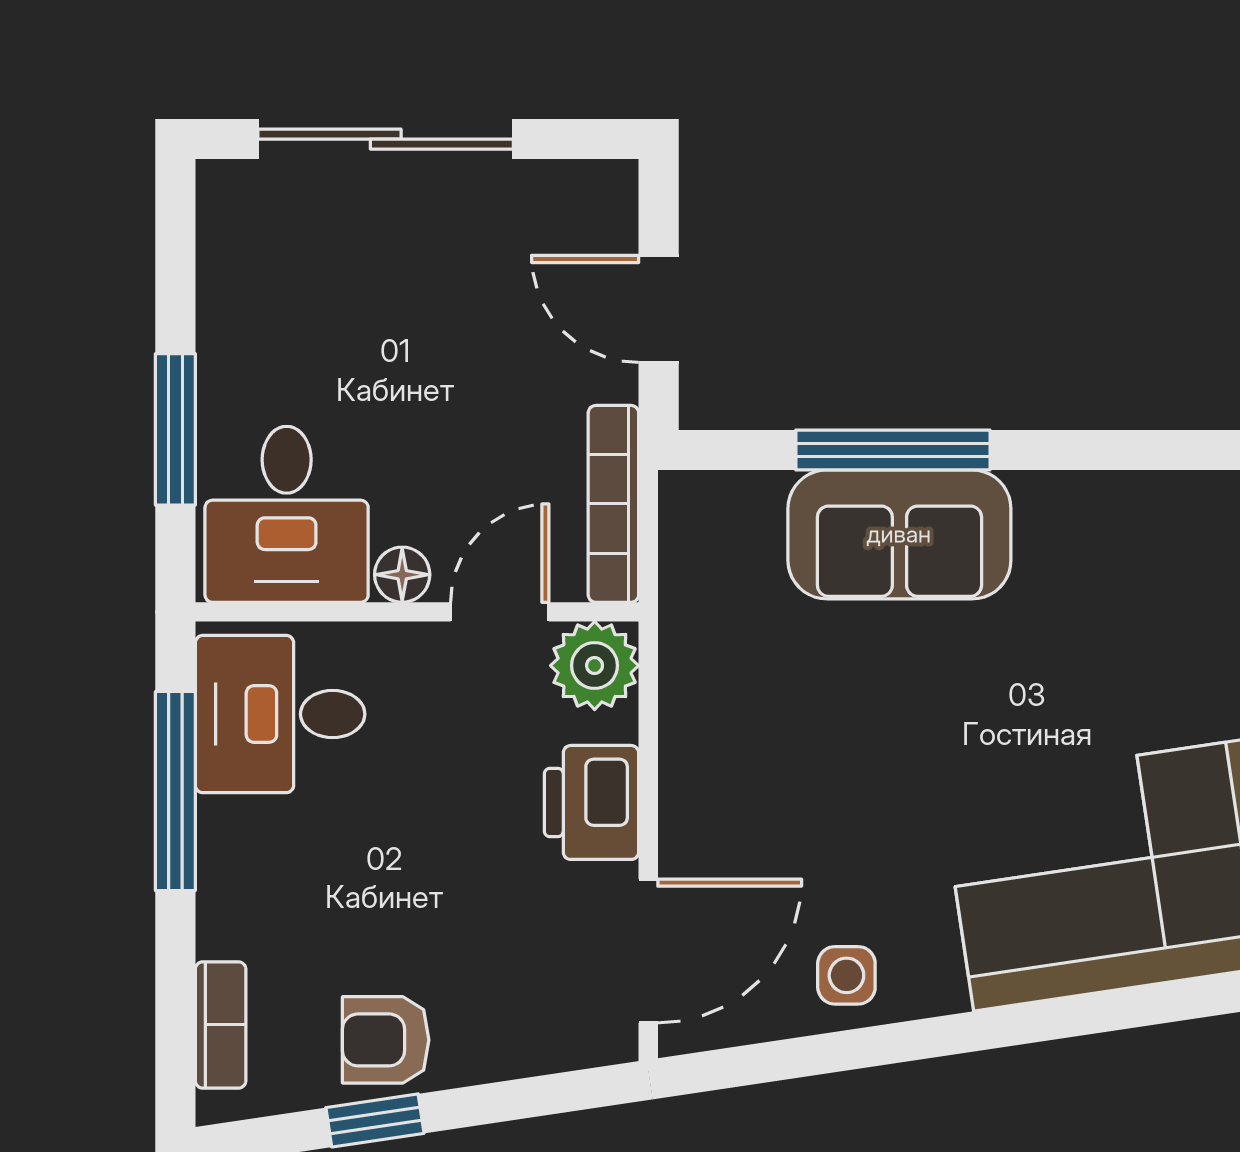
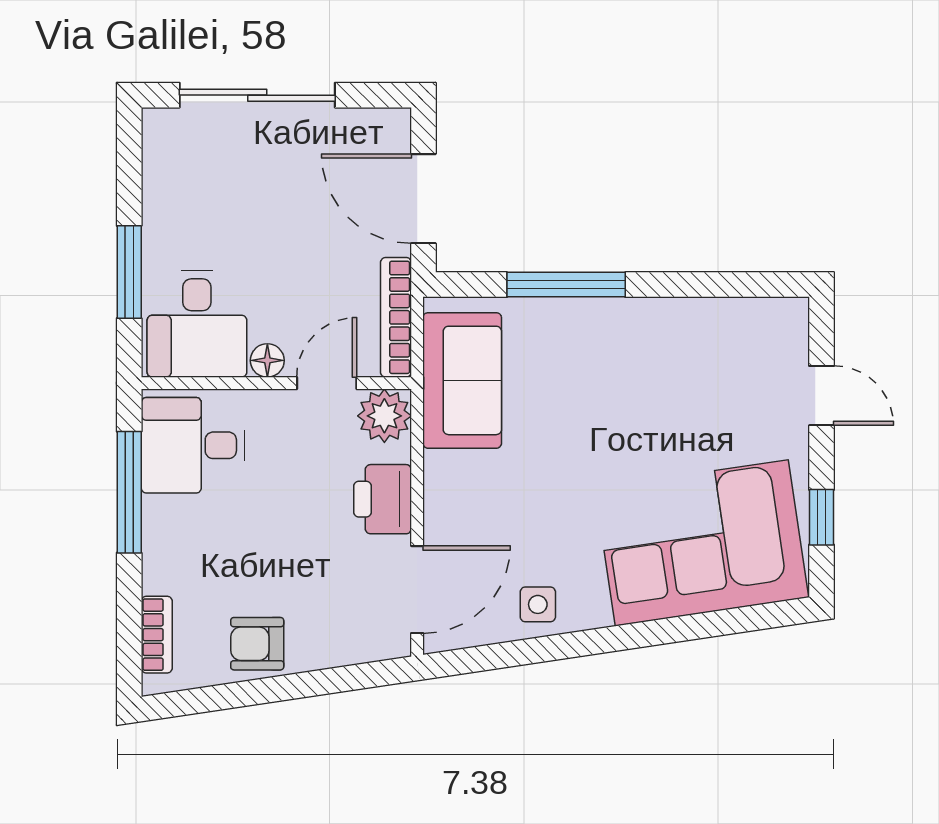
door: (659, 309) -> (423, 199), width x1.38
sofa: (899, 534) -> (462, 380), moved, turned -90
window: (375, 1120) -> (251, 693), removed

